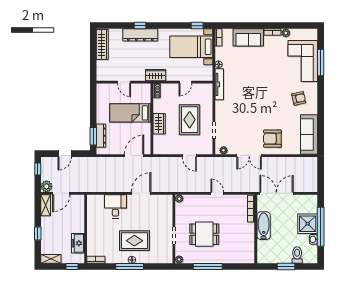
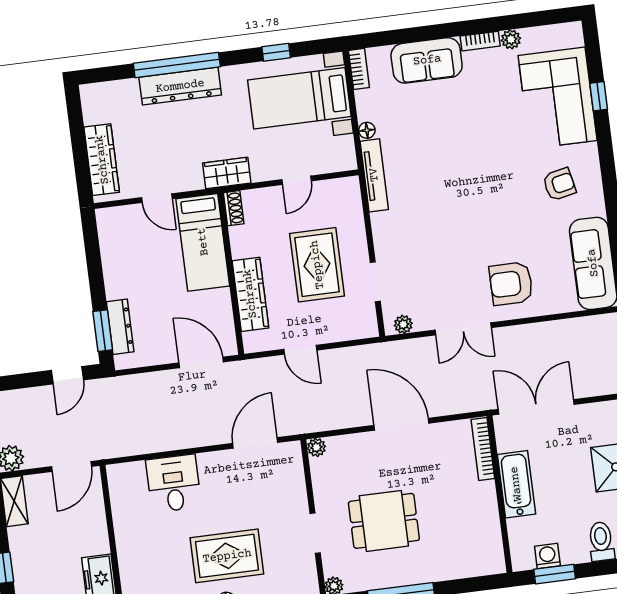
window: (140, 26) -> (177, 65), width x3.17
window: (197, 26) -> (276, 52), moved
wardrobe: (102, 45) -> (102, 160), moved
window: (321, 62) -> (599, 96), width x0.46
bed: (130, 113) -> (203, 242), moved, turned -90
wardrobe: (159, 124) -> (250, 294), width x1.50
door: (65, 154) -> (67, 375), moved
door: (134, 156) -> (201, 362), hinge flipped
door: (189, 156) -> (300, 350), moved
door: (61, 193) -> (71, 466), moved
door: (141, 193) -> (255, 443), moved
door: (217, 193) -> (402, 424), width x1.87
washing machine: (273, 258) -> (547, 556), added
window: (286, 267) -> (555, 574), moved

